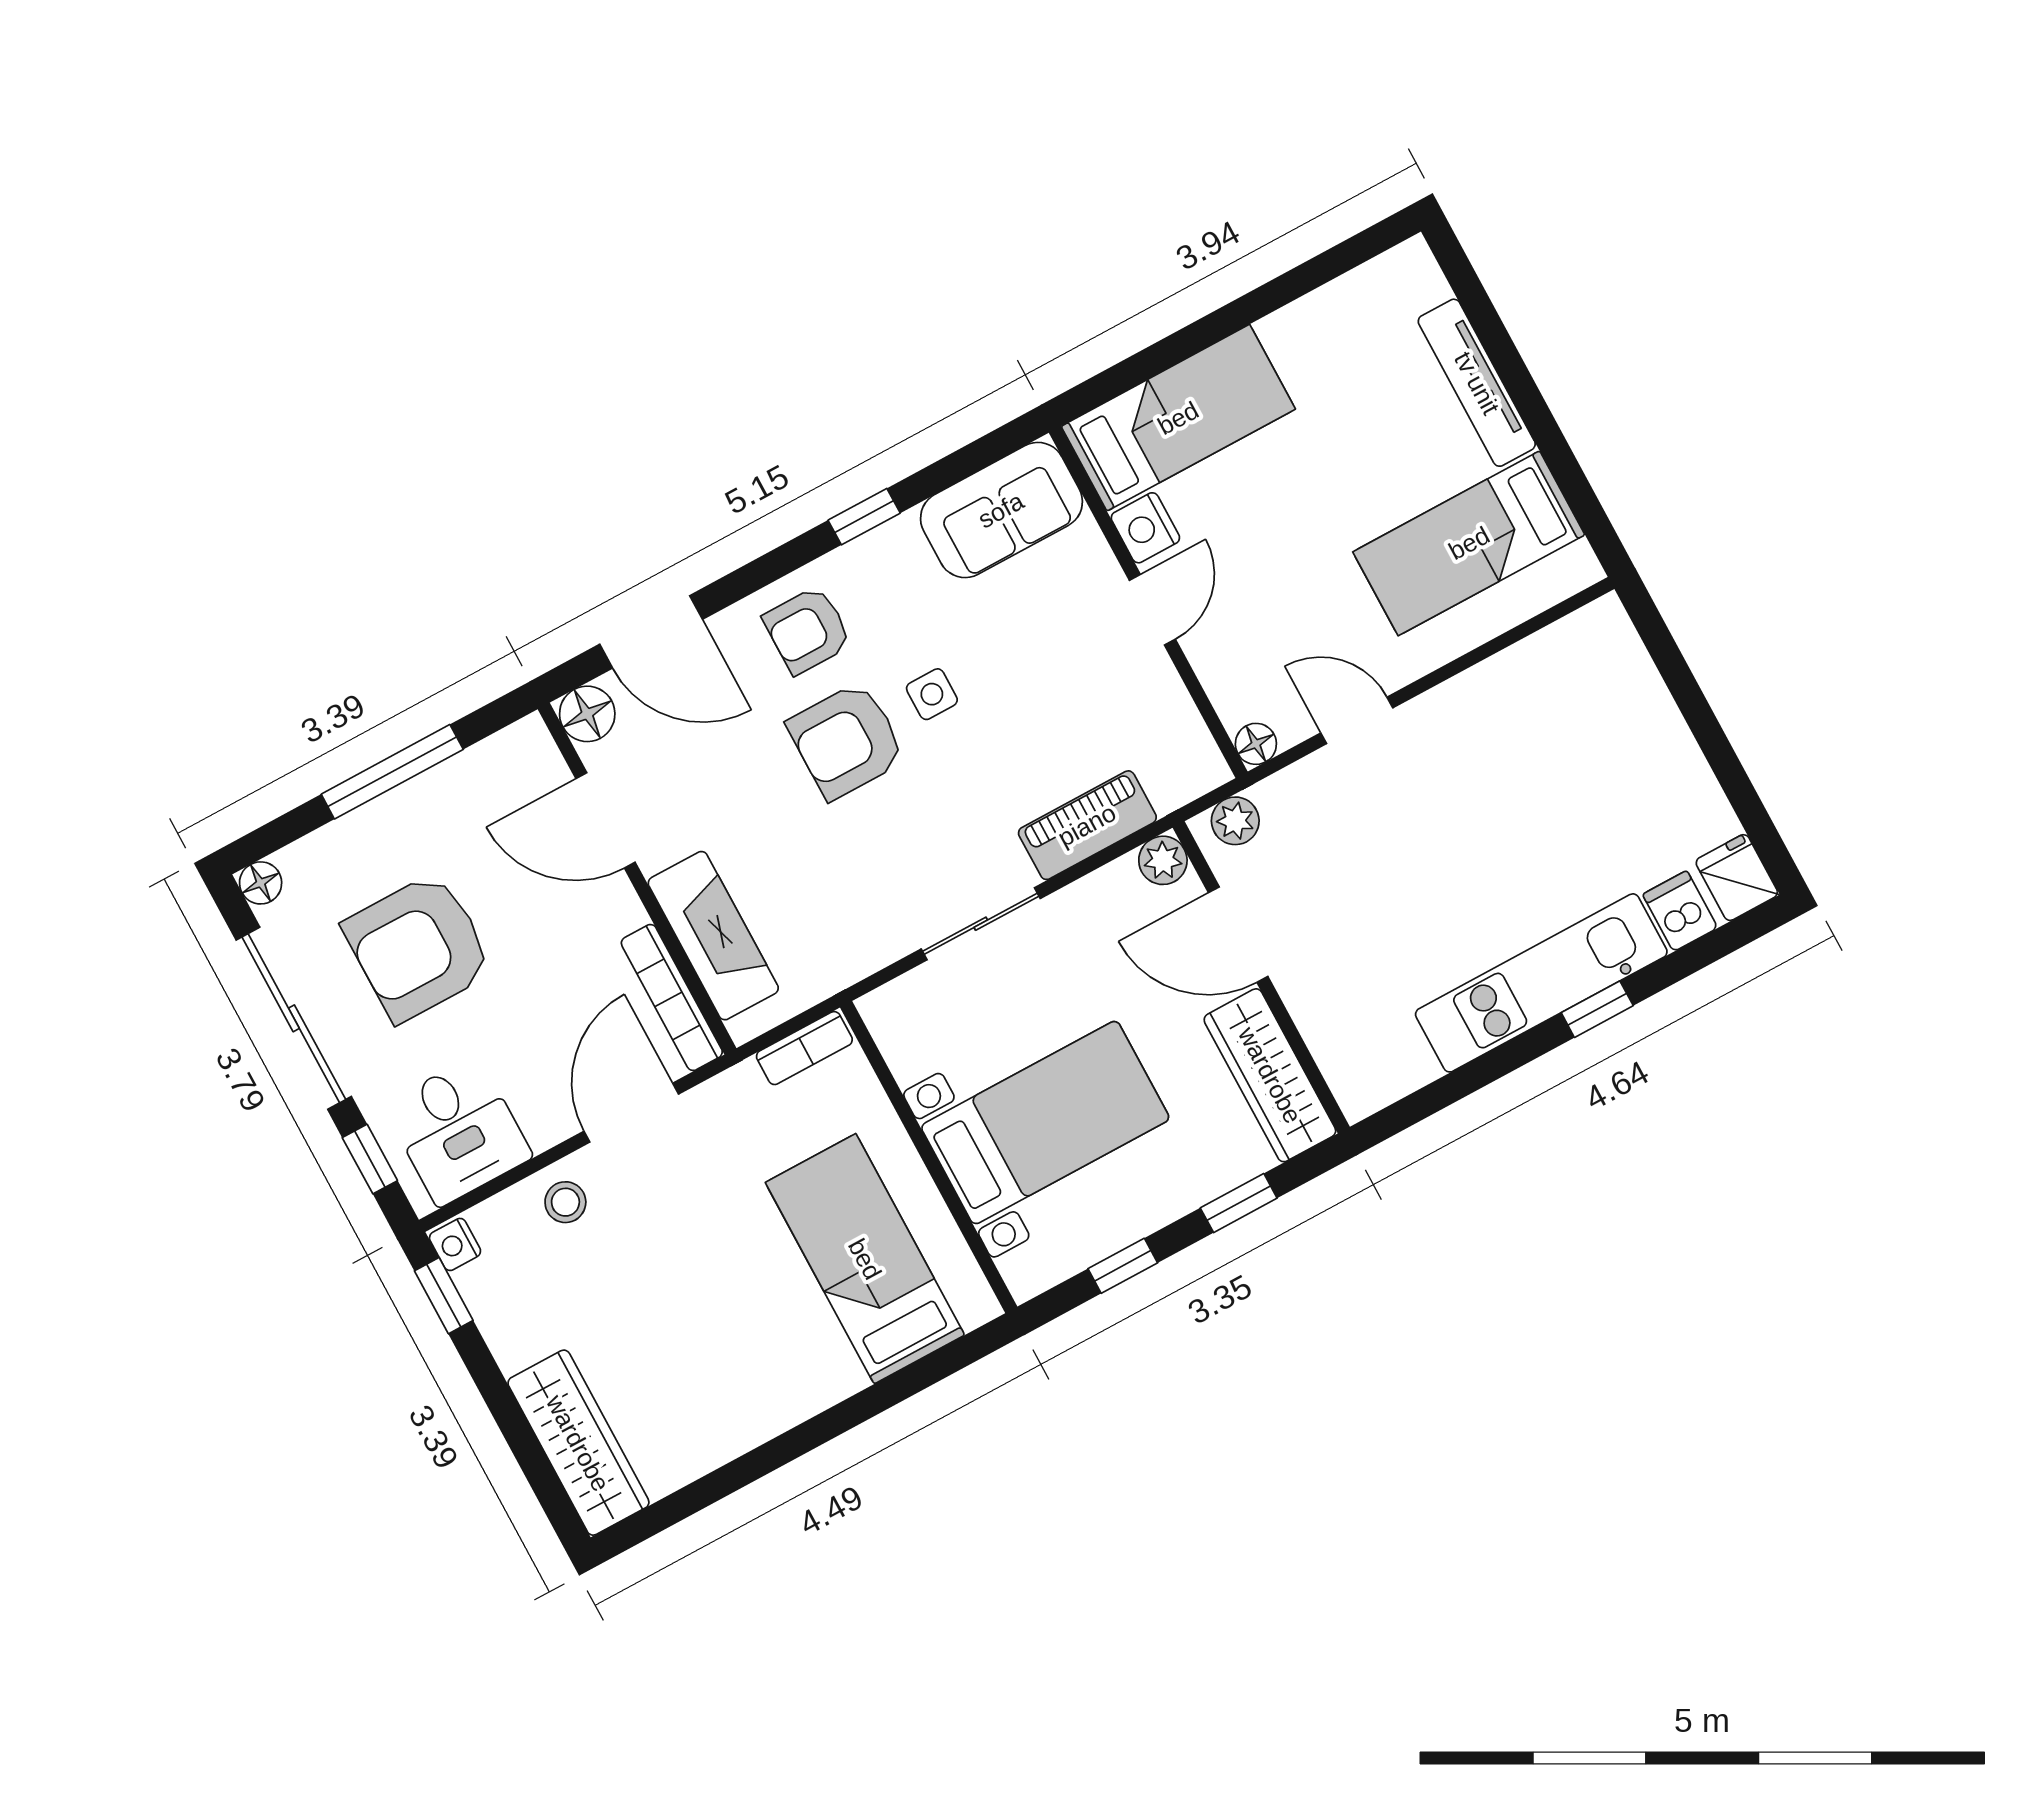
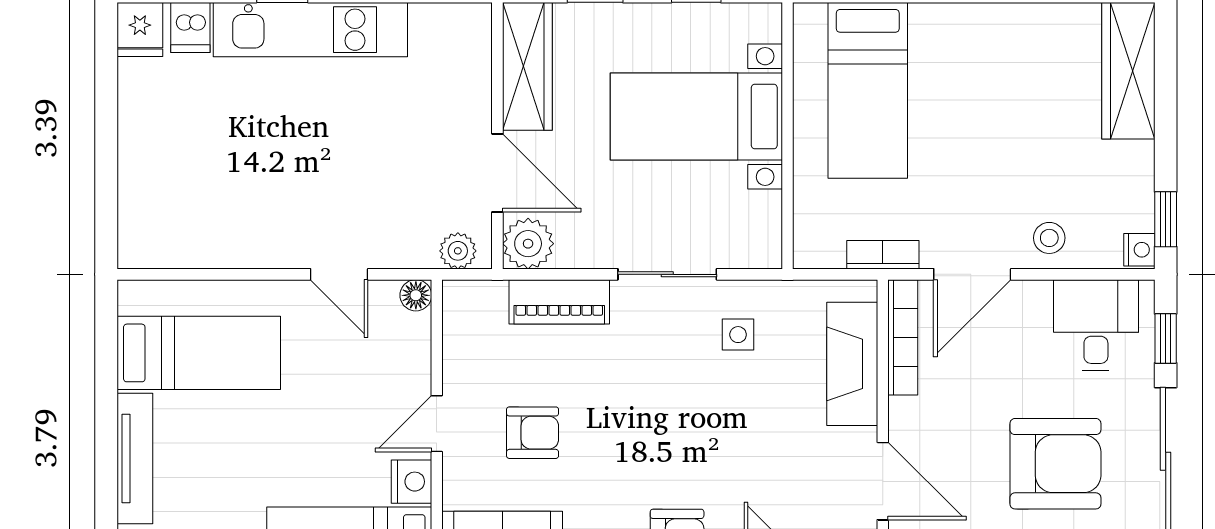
side table: (932, 694) -> (738, 335), moved
armchair: (847, 741) -> (533, 433), moved, width x0.72, depth x0.72
plant: (1163, 860) -> (528, 244), width x1.38, depth x1.38
bookcase: (804, 1048) -> (883, 255), moved

